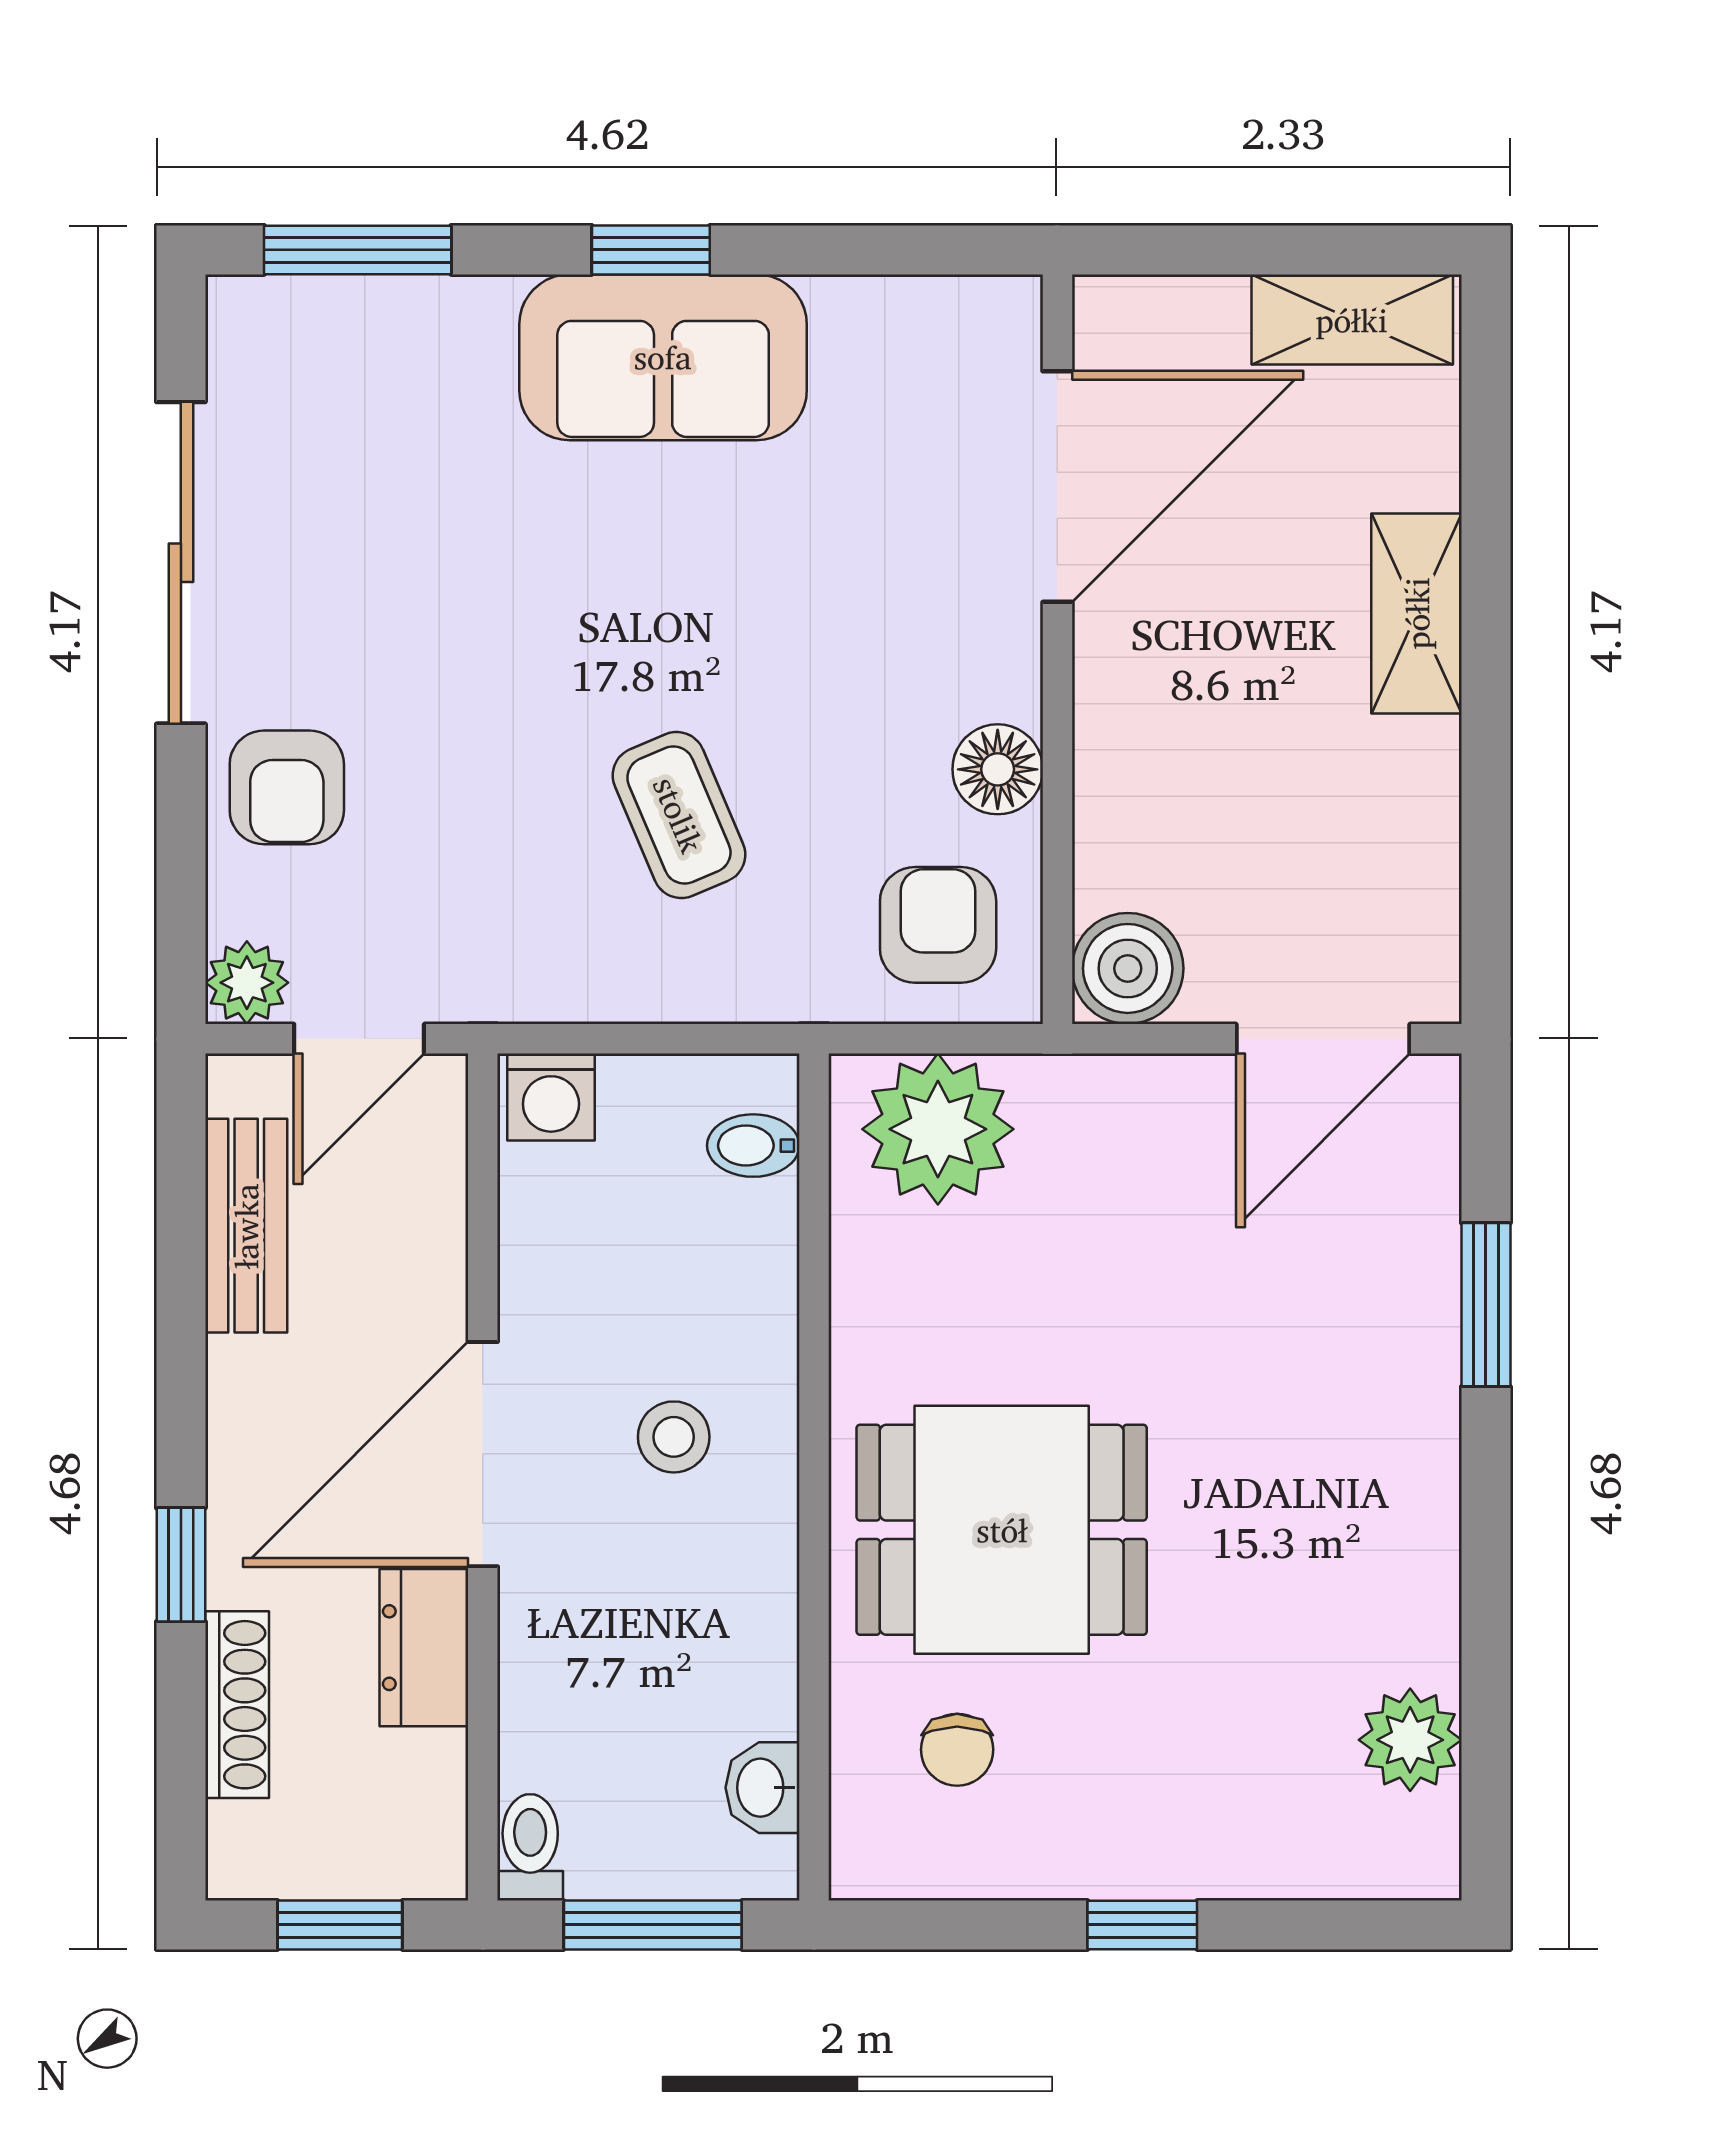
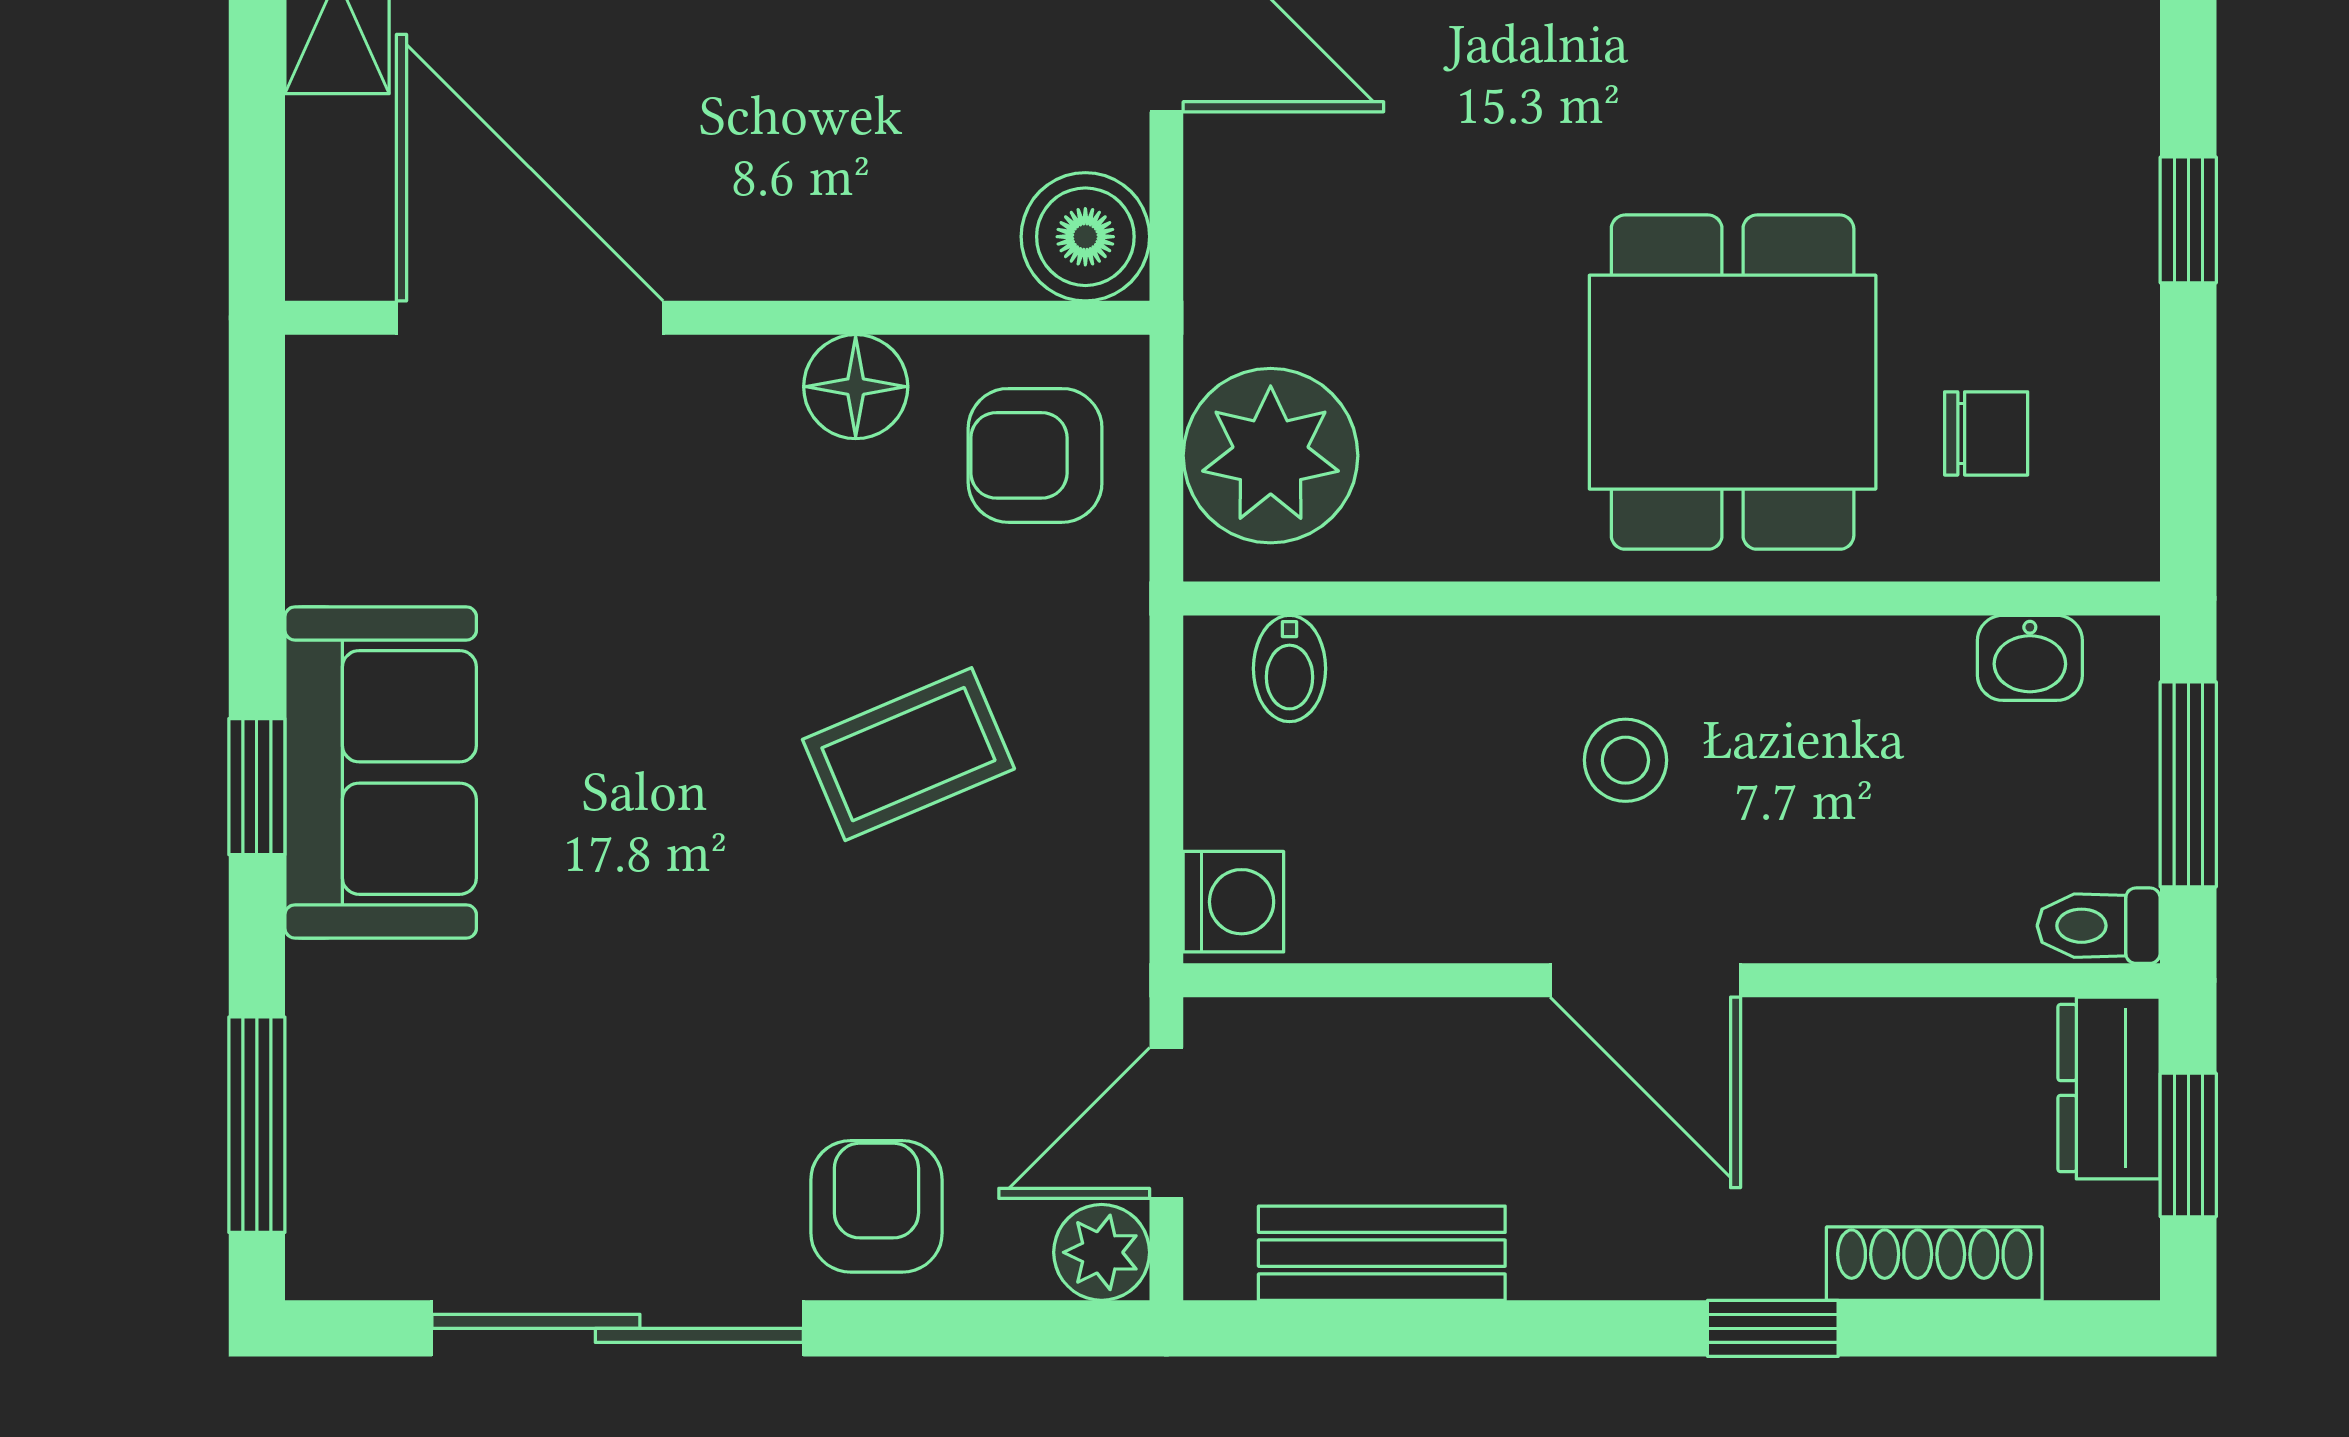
armchair: (287, 787) -> (876, 1206), turned -90
door: (359, 1039) -> (1166, 1123), swing flipped
door: (483, 1454) -> (1645, 980), width x0.73
dresser: (424, 1648) -> (2109, 1088), moved, turned 90

